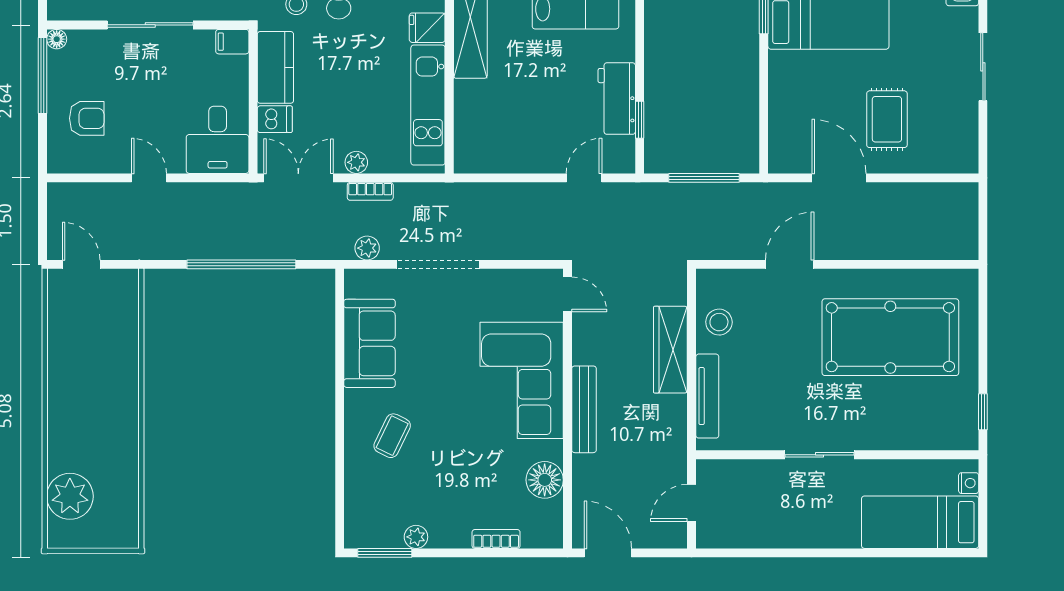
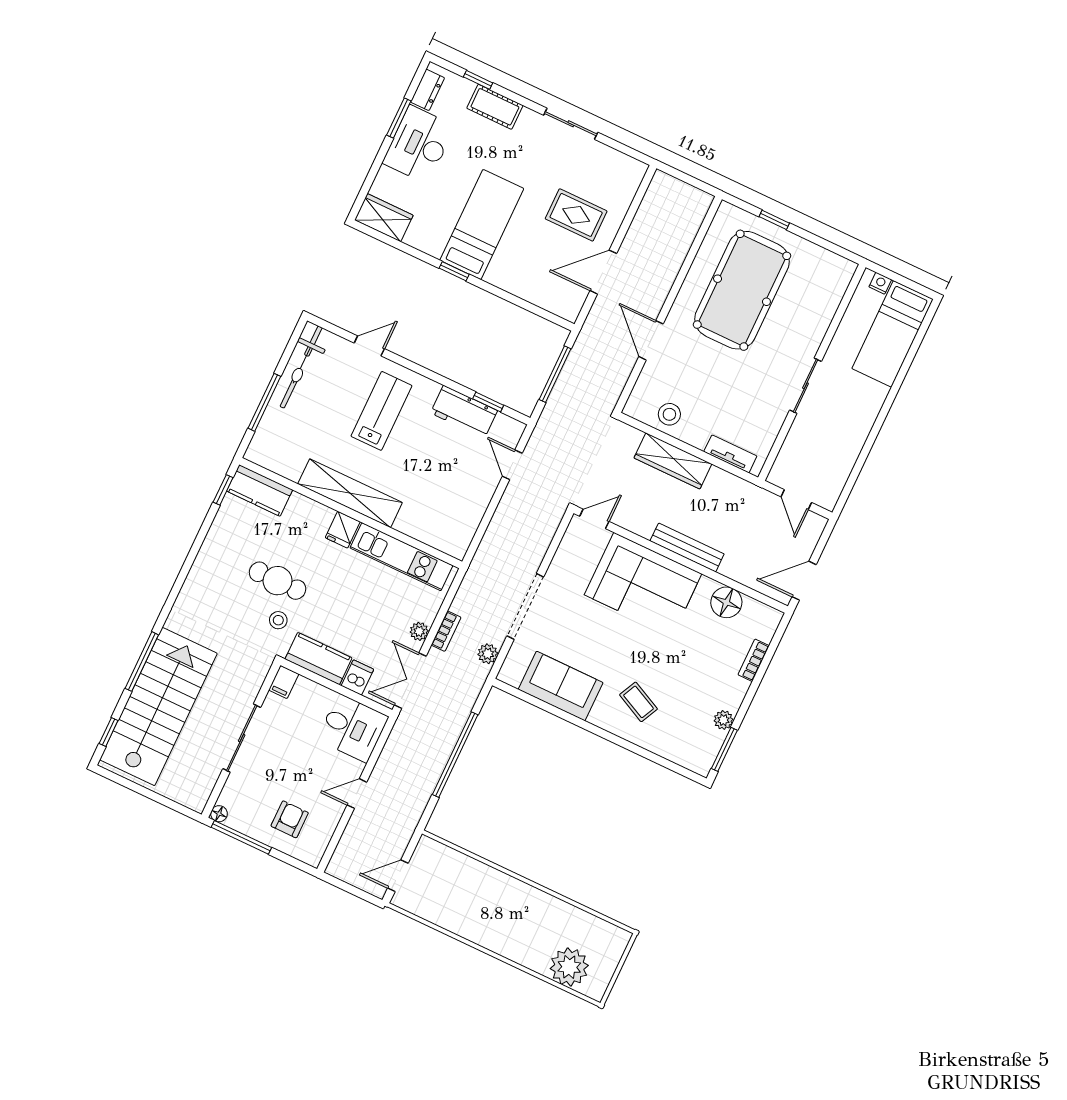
tv unit: (707, 396) -> (730, 454), width x0.71
window: (983, 412) -> (774, 220), moved

